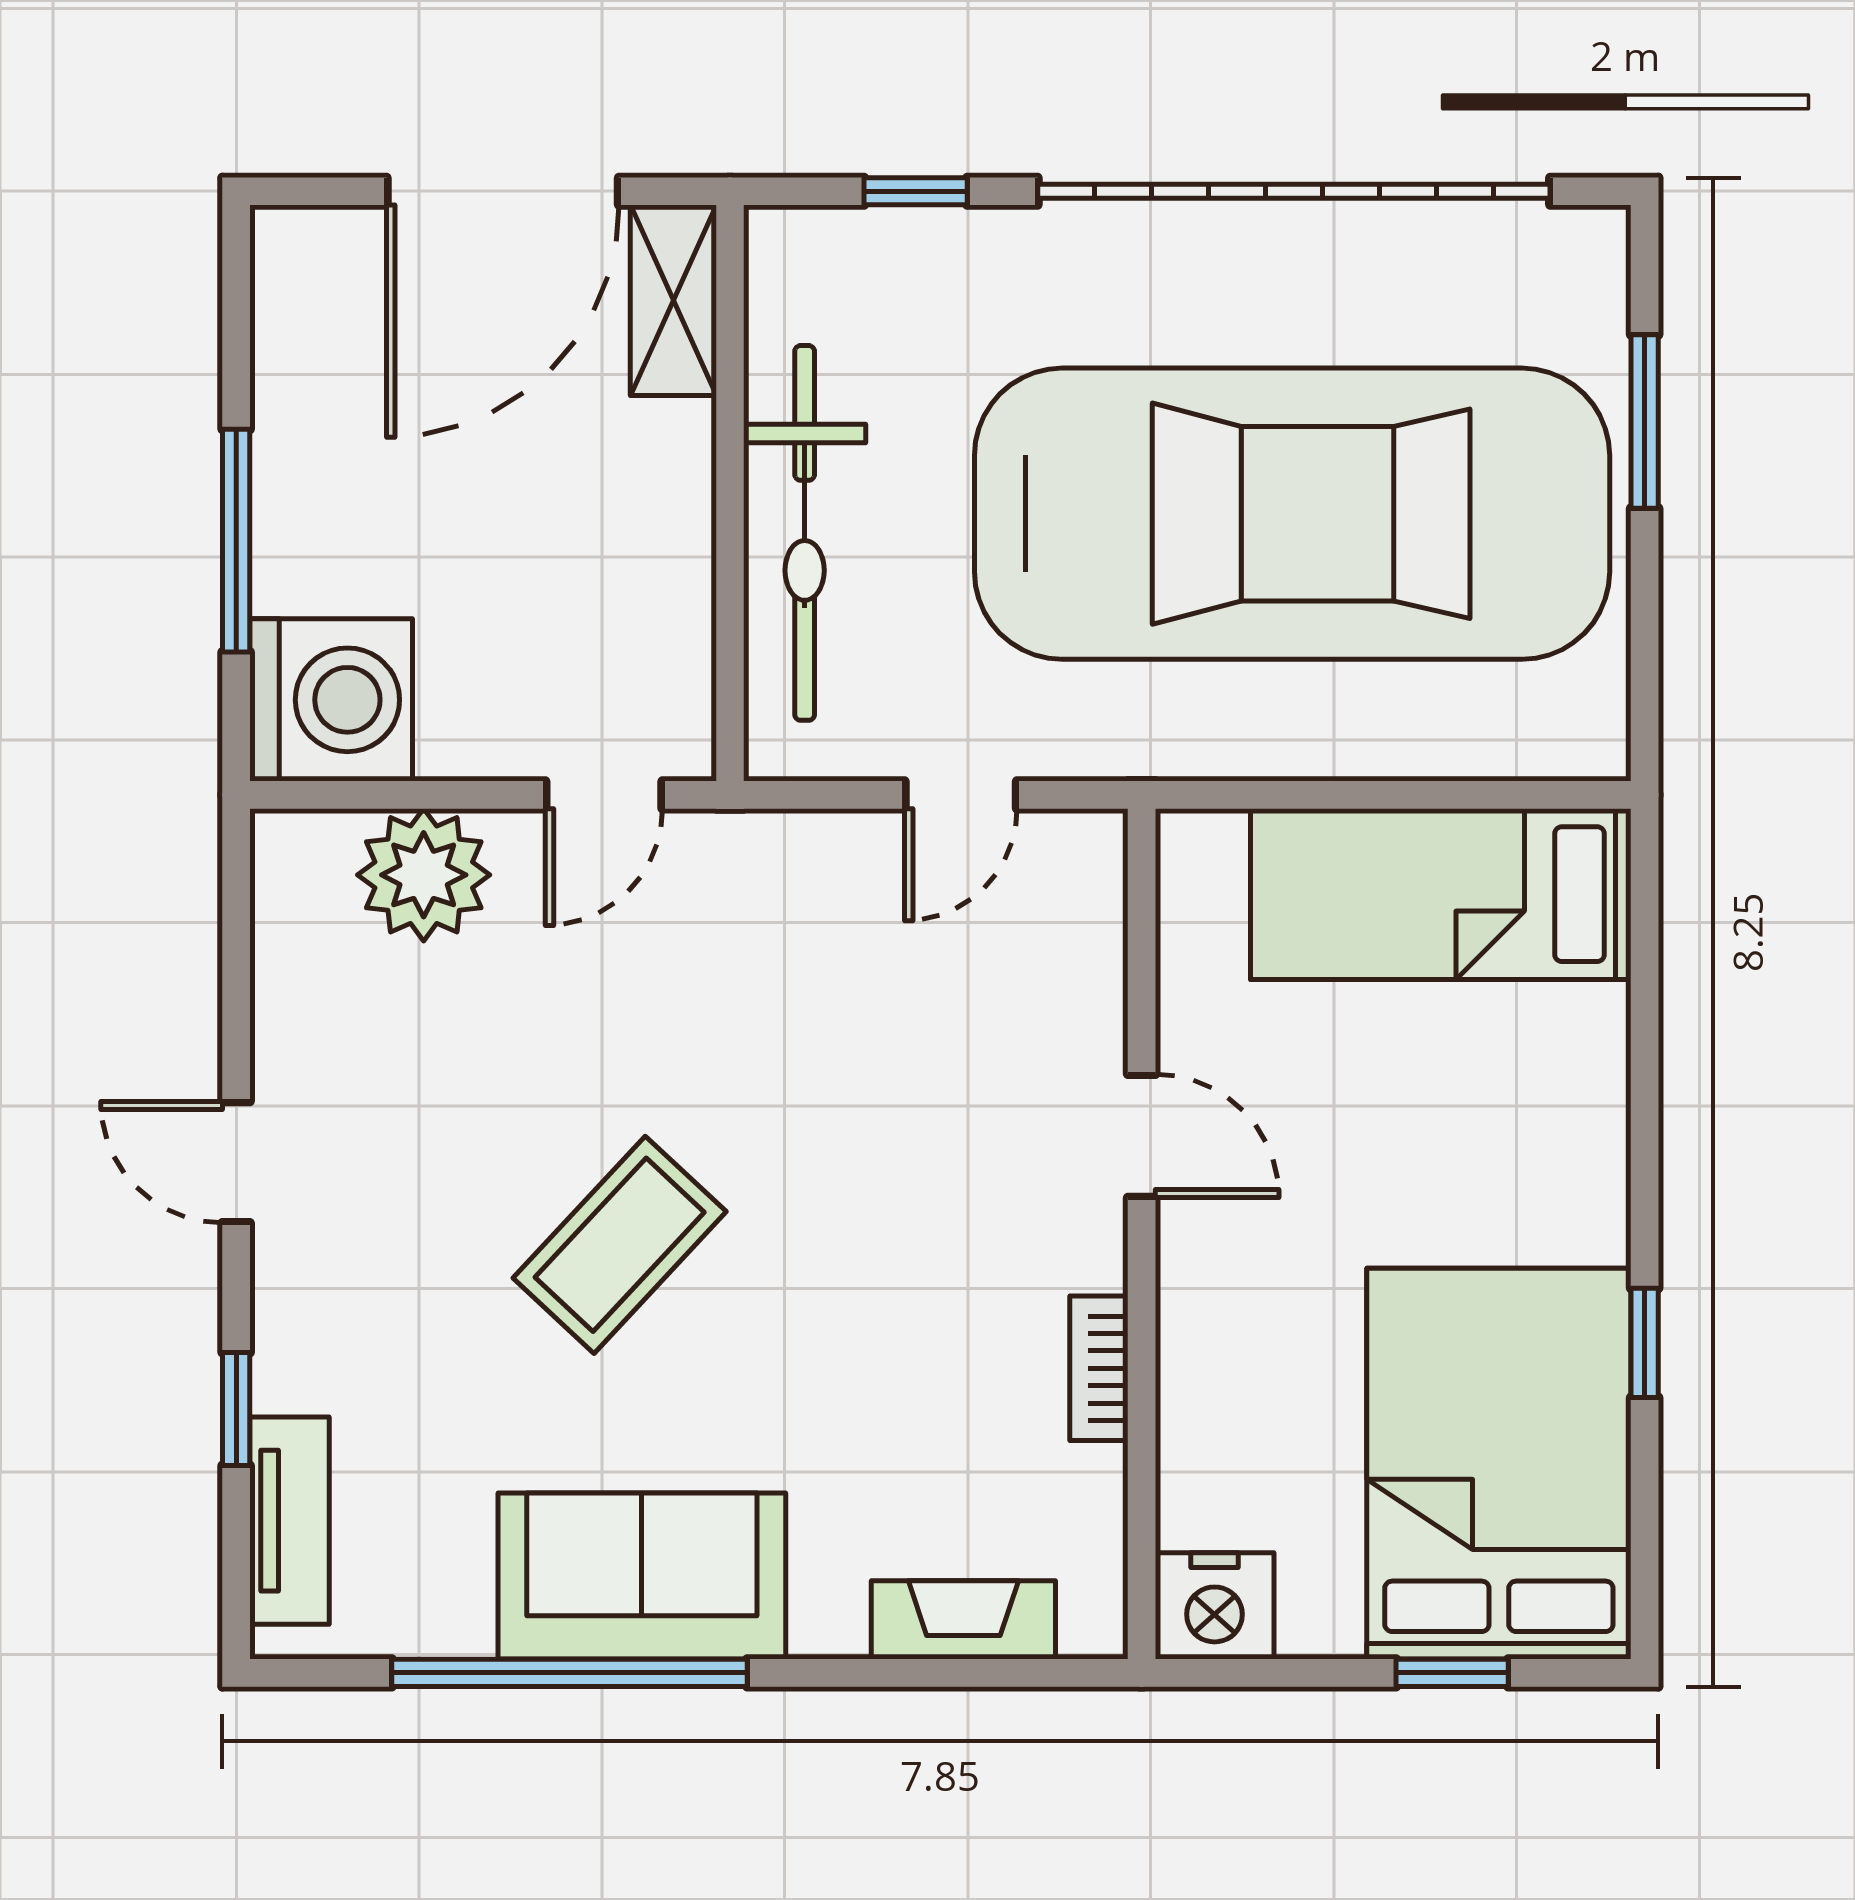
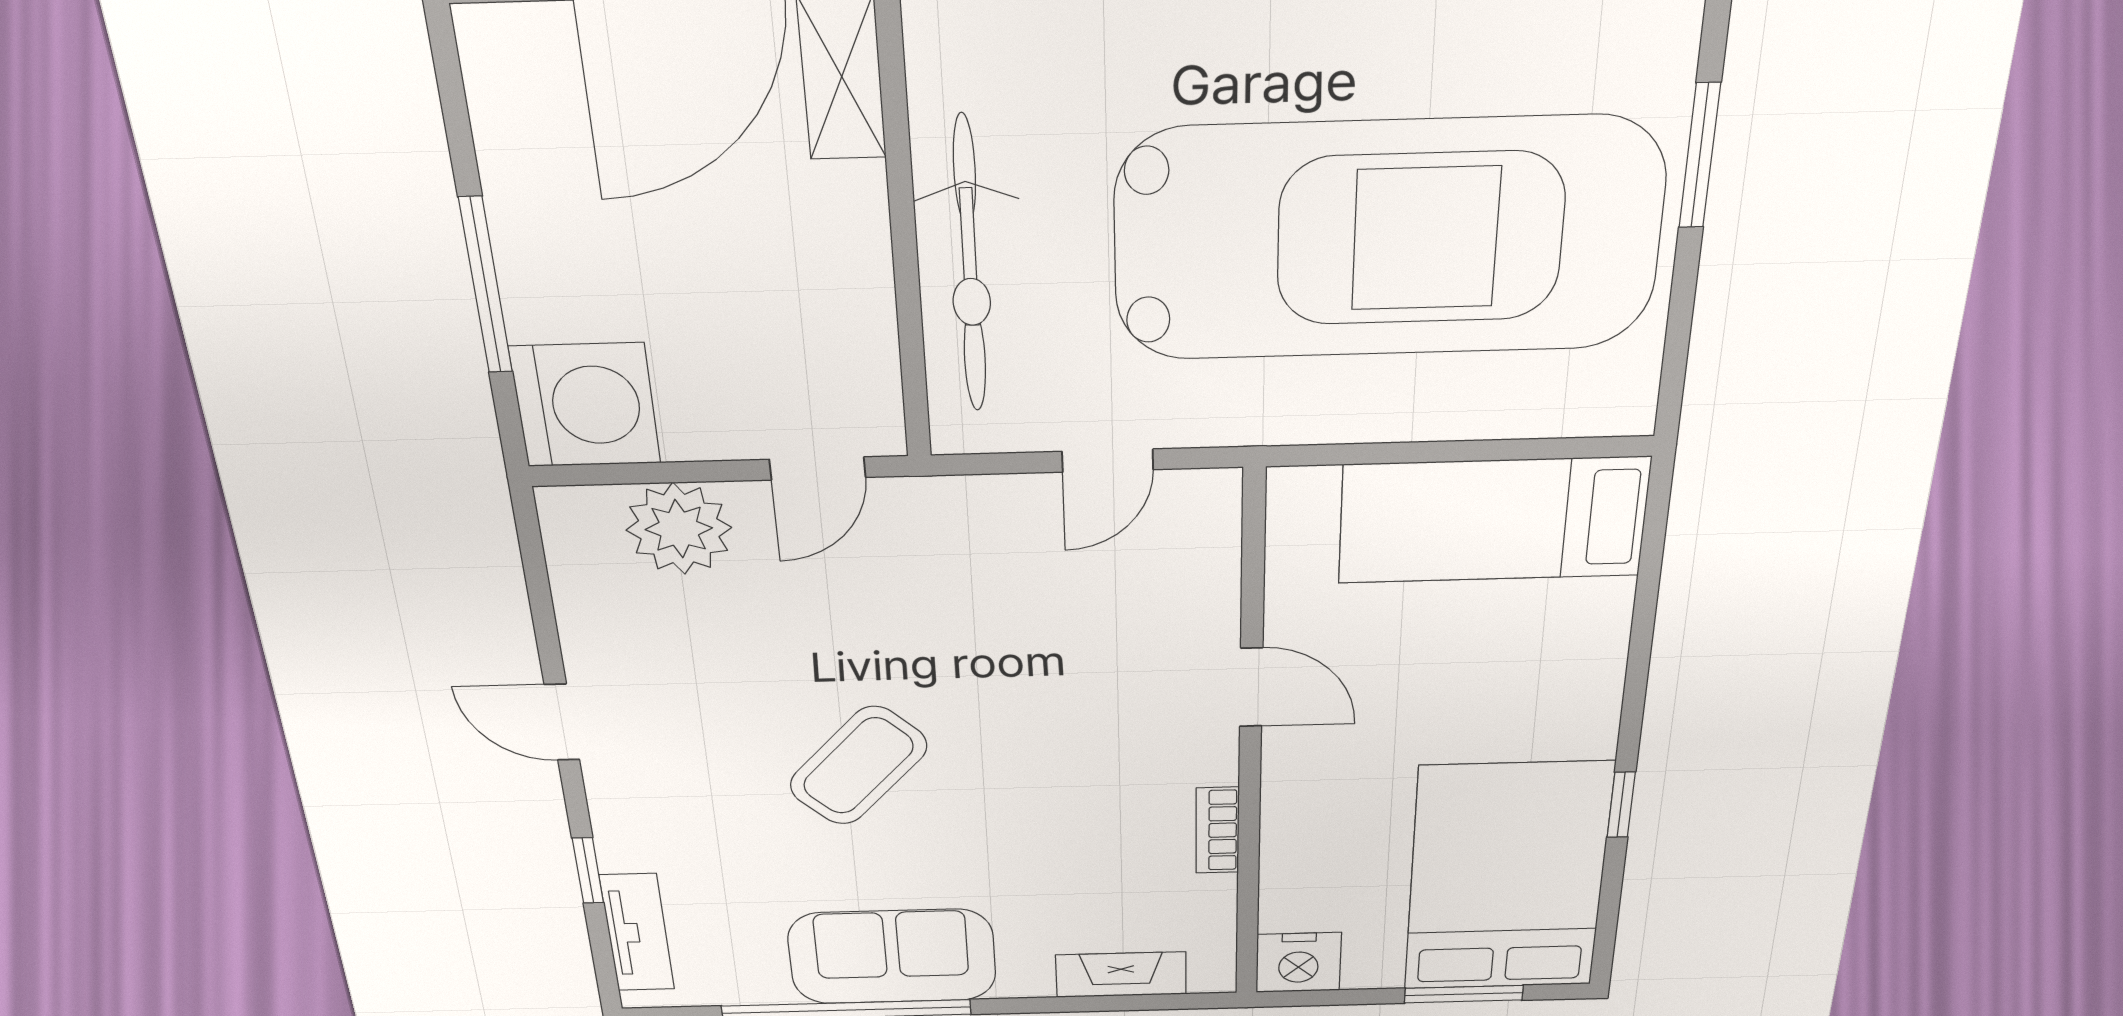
window: (1452, 1673) -> (1464, 994), width x1.50

